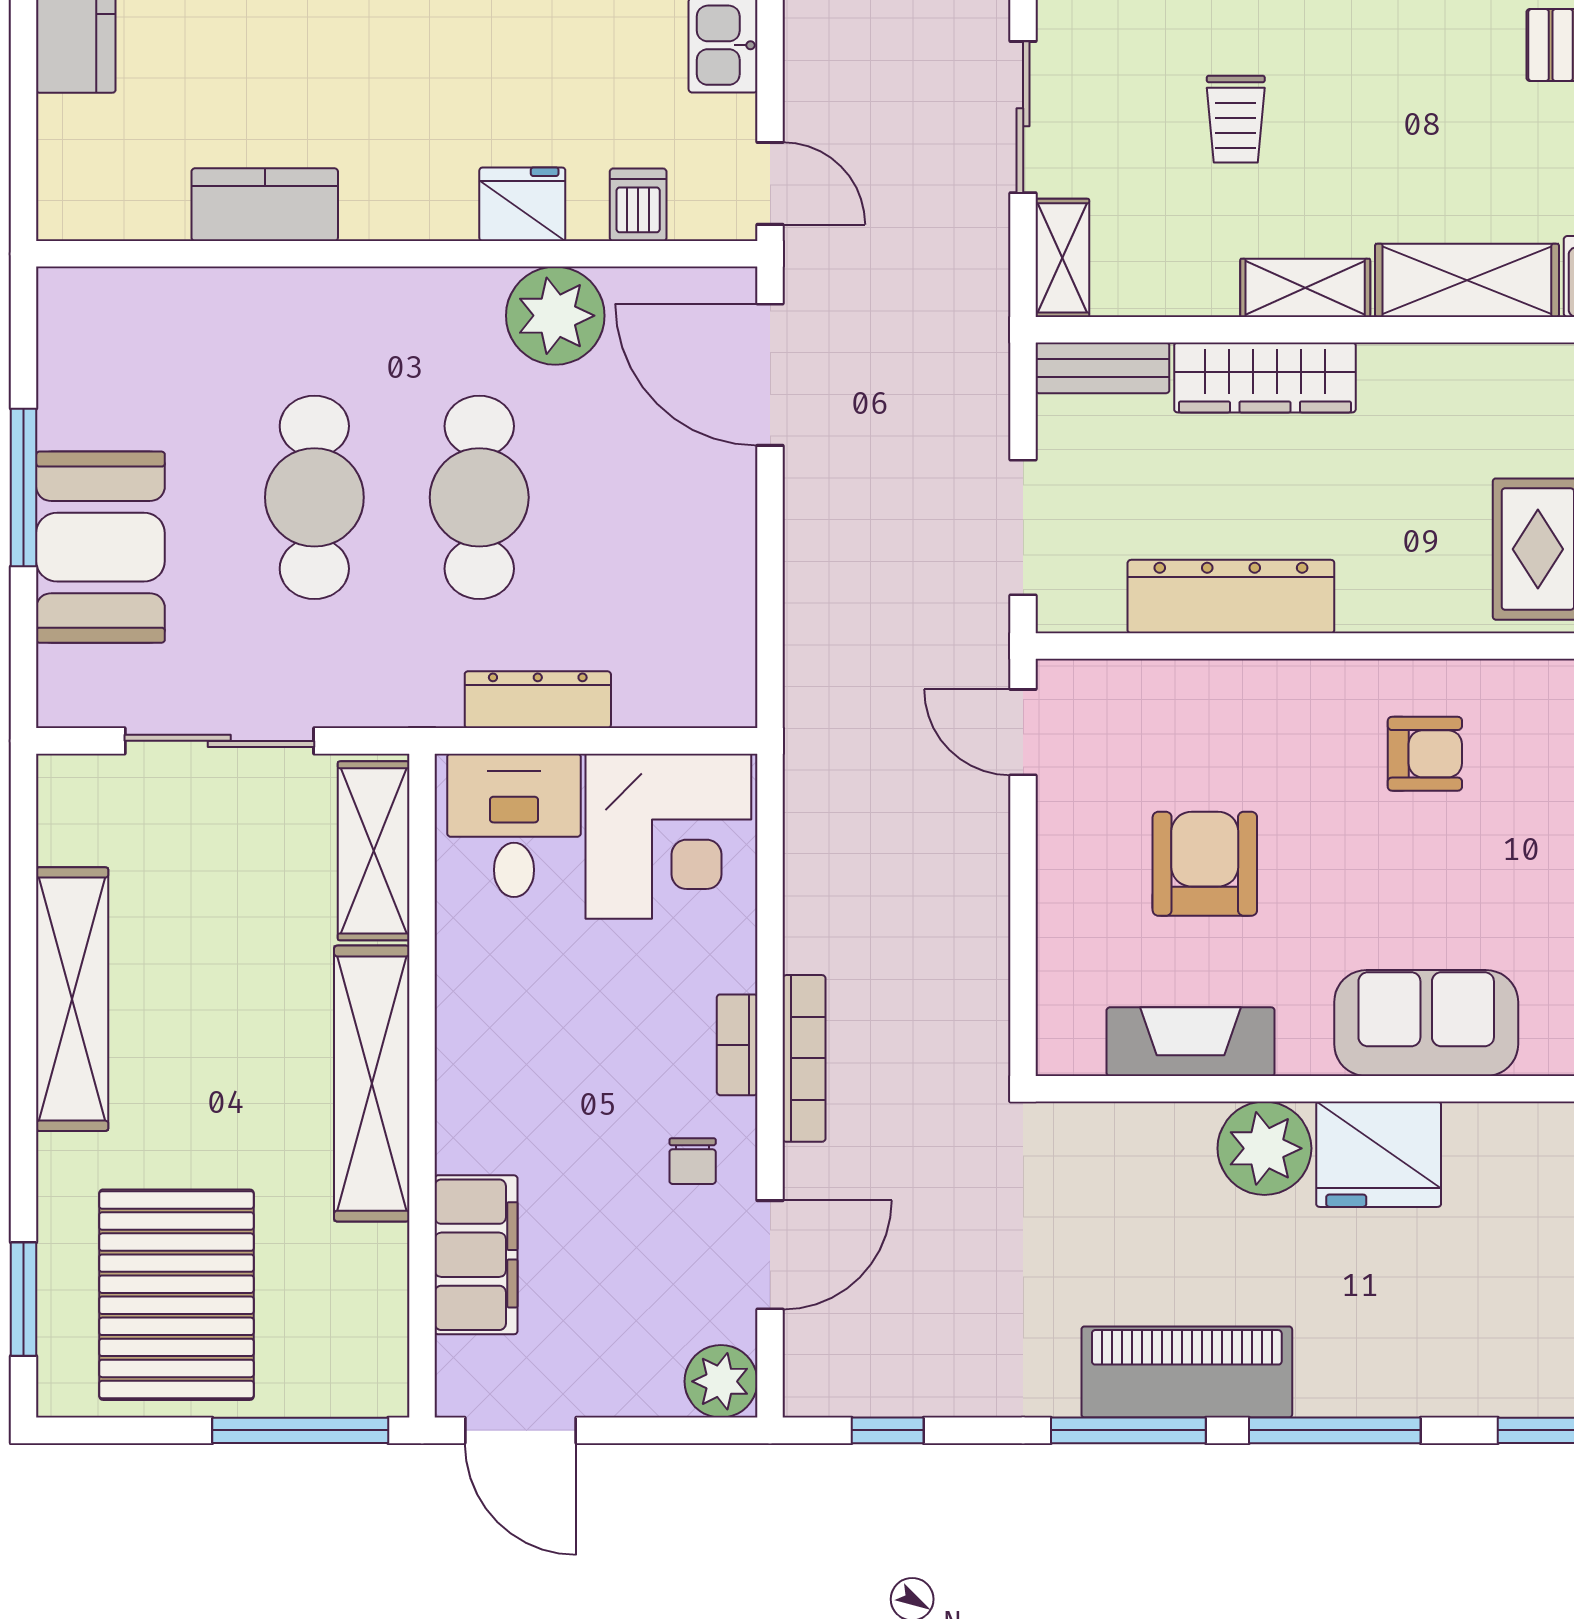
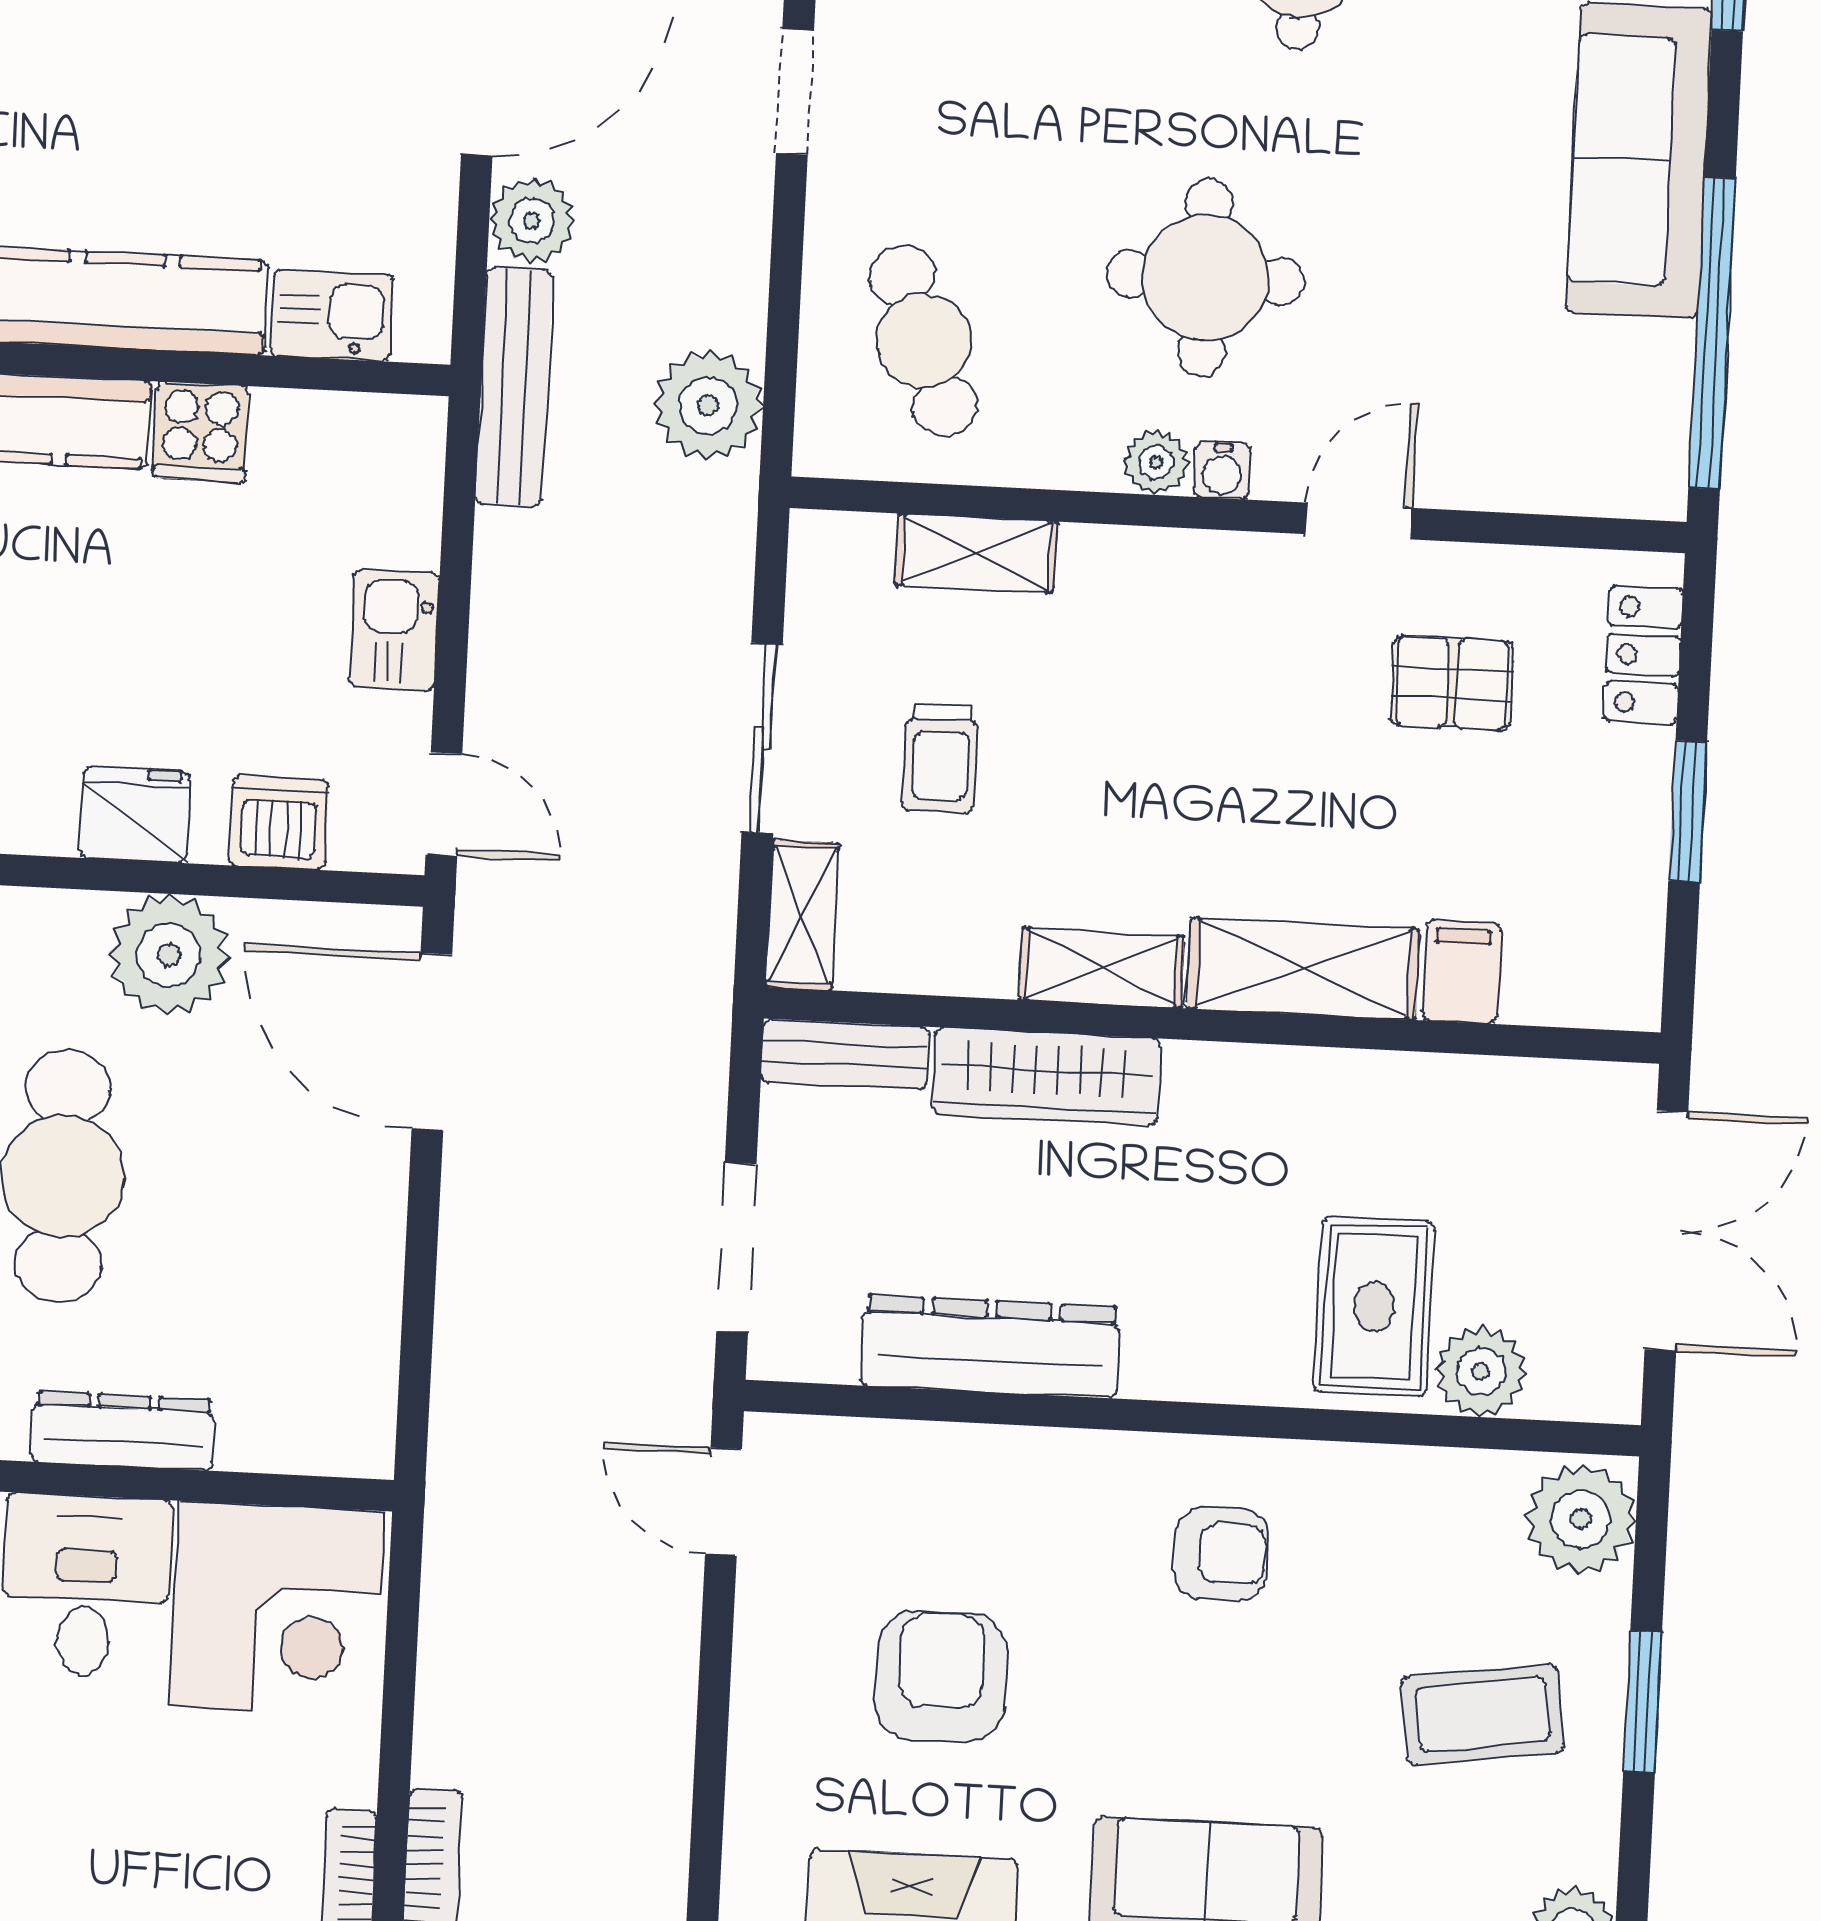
trolley: (1236, 119) -> (940, 758), moved
dishwasher: (638, 205) -> (279, 823), width x1.38

